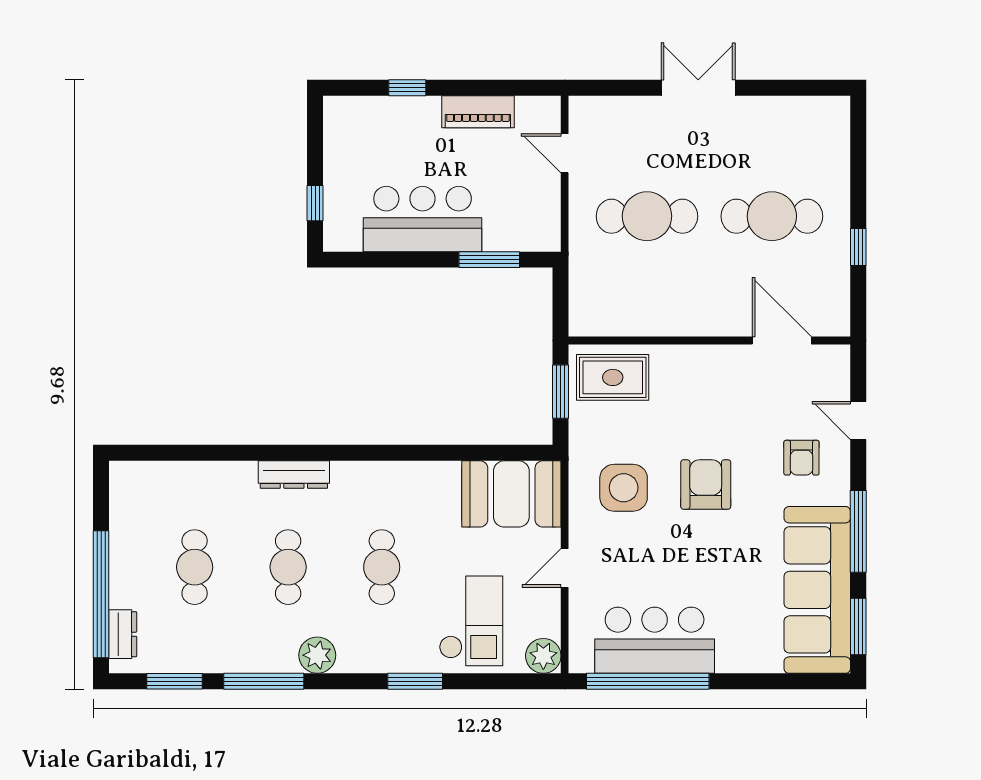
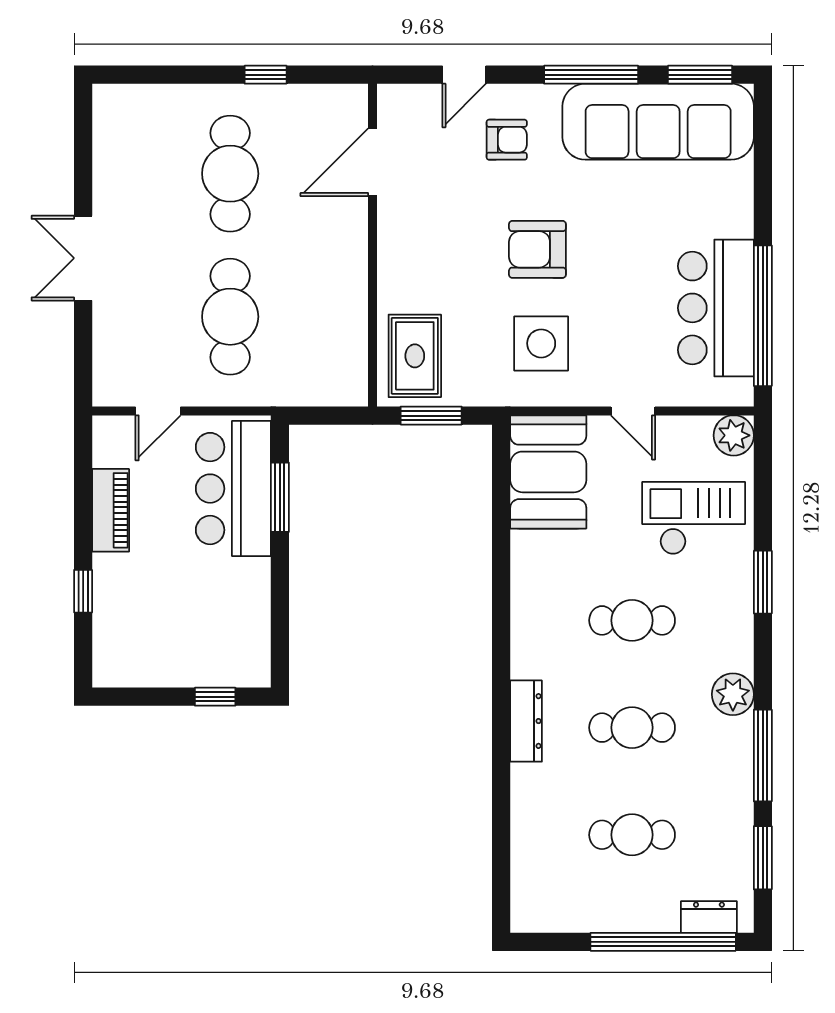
bar counter: (423, 219) -> (233, 489), moved

